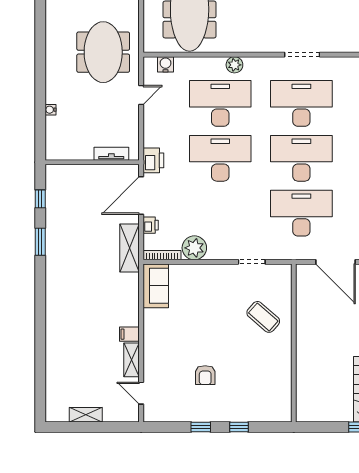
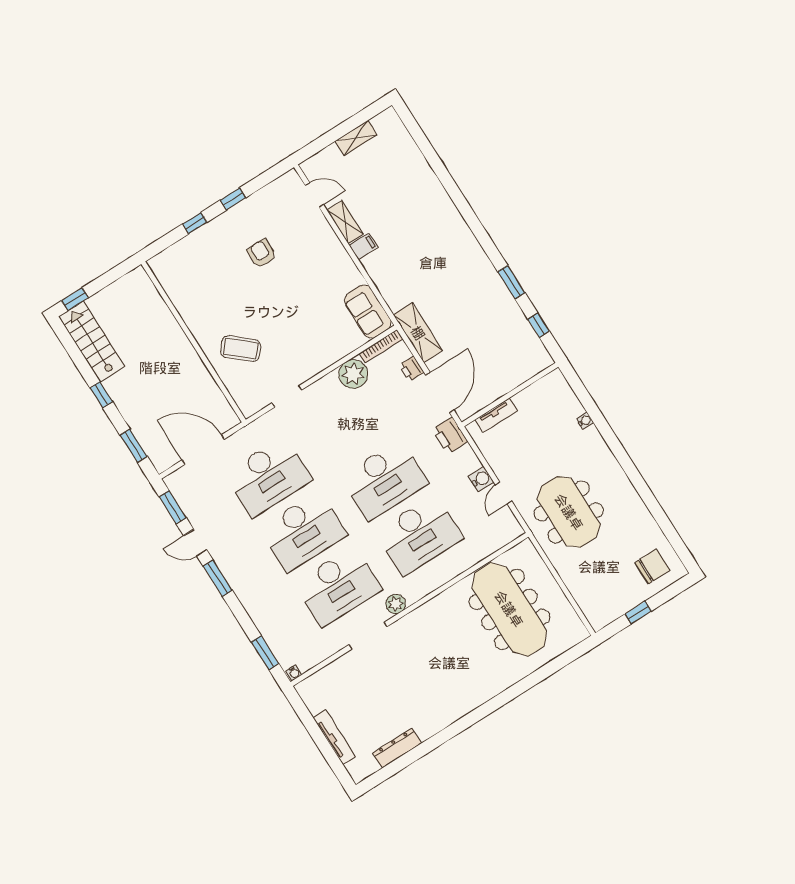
water cooler: (166, 64) -> (481, 479), moved, turned -90
plant: (234, 65) -> (396, 604), moved

